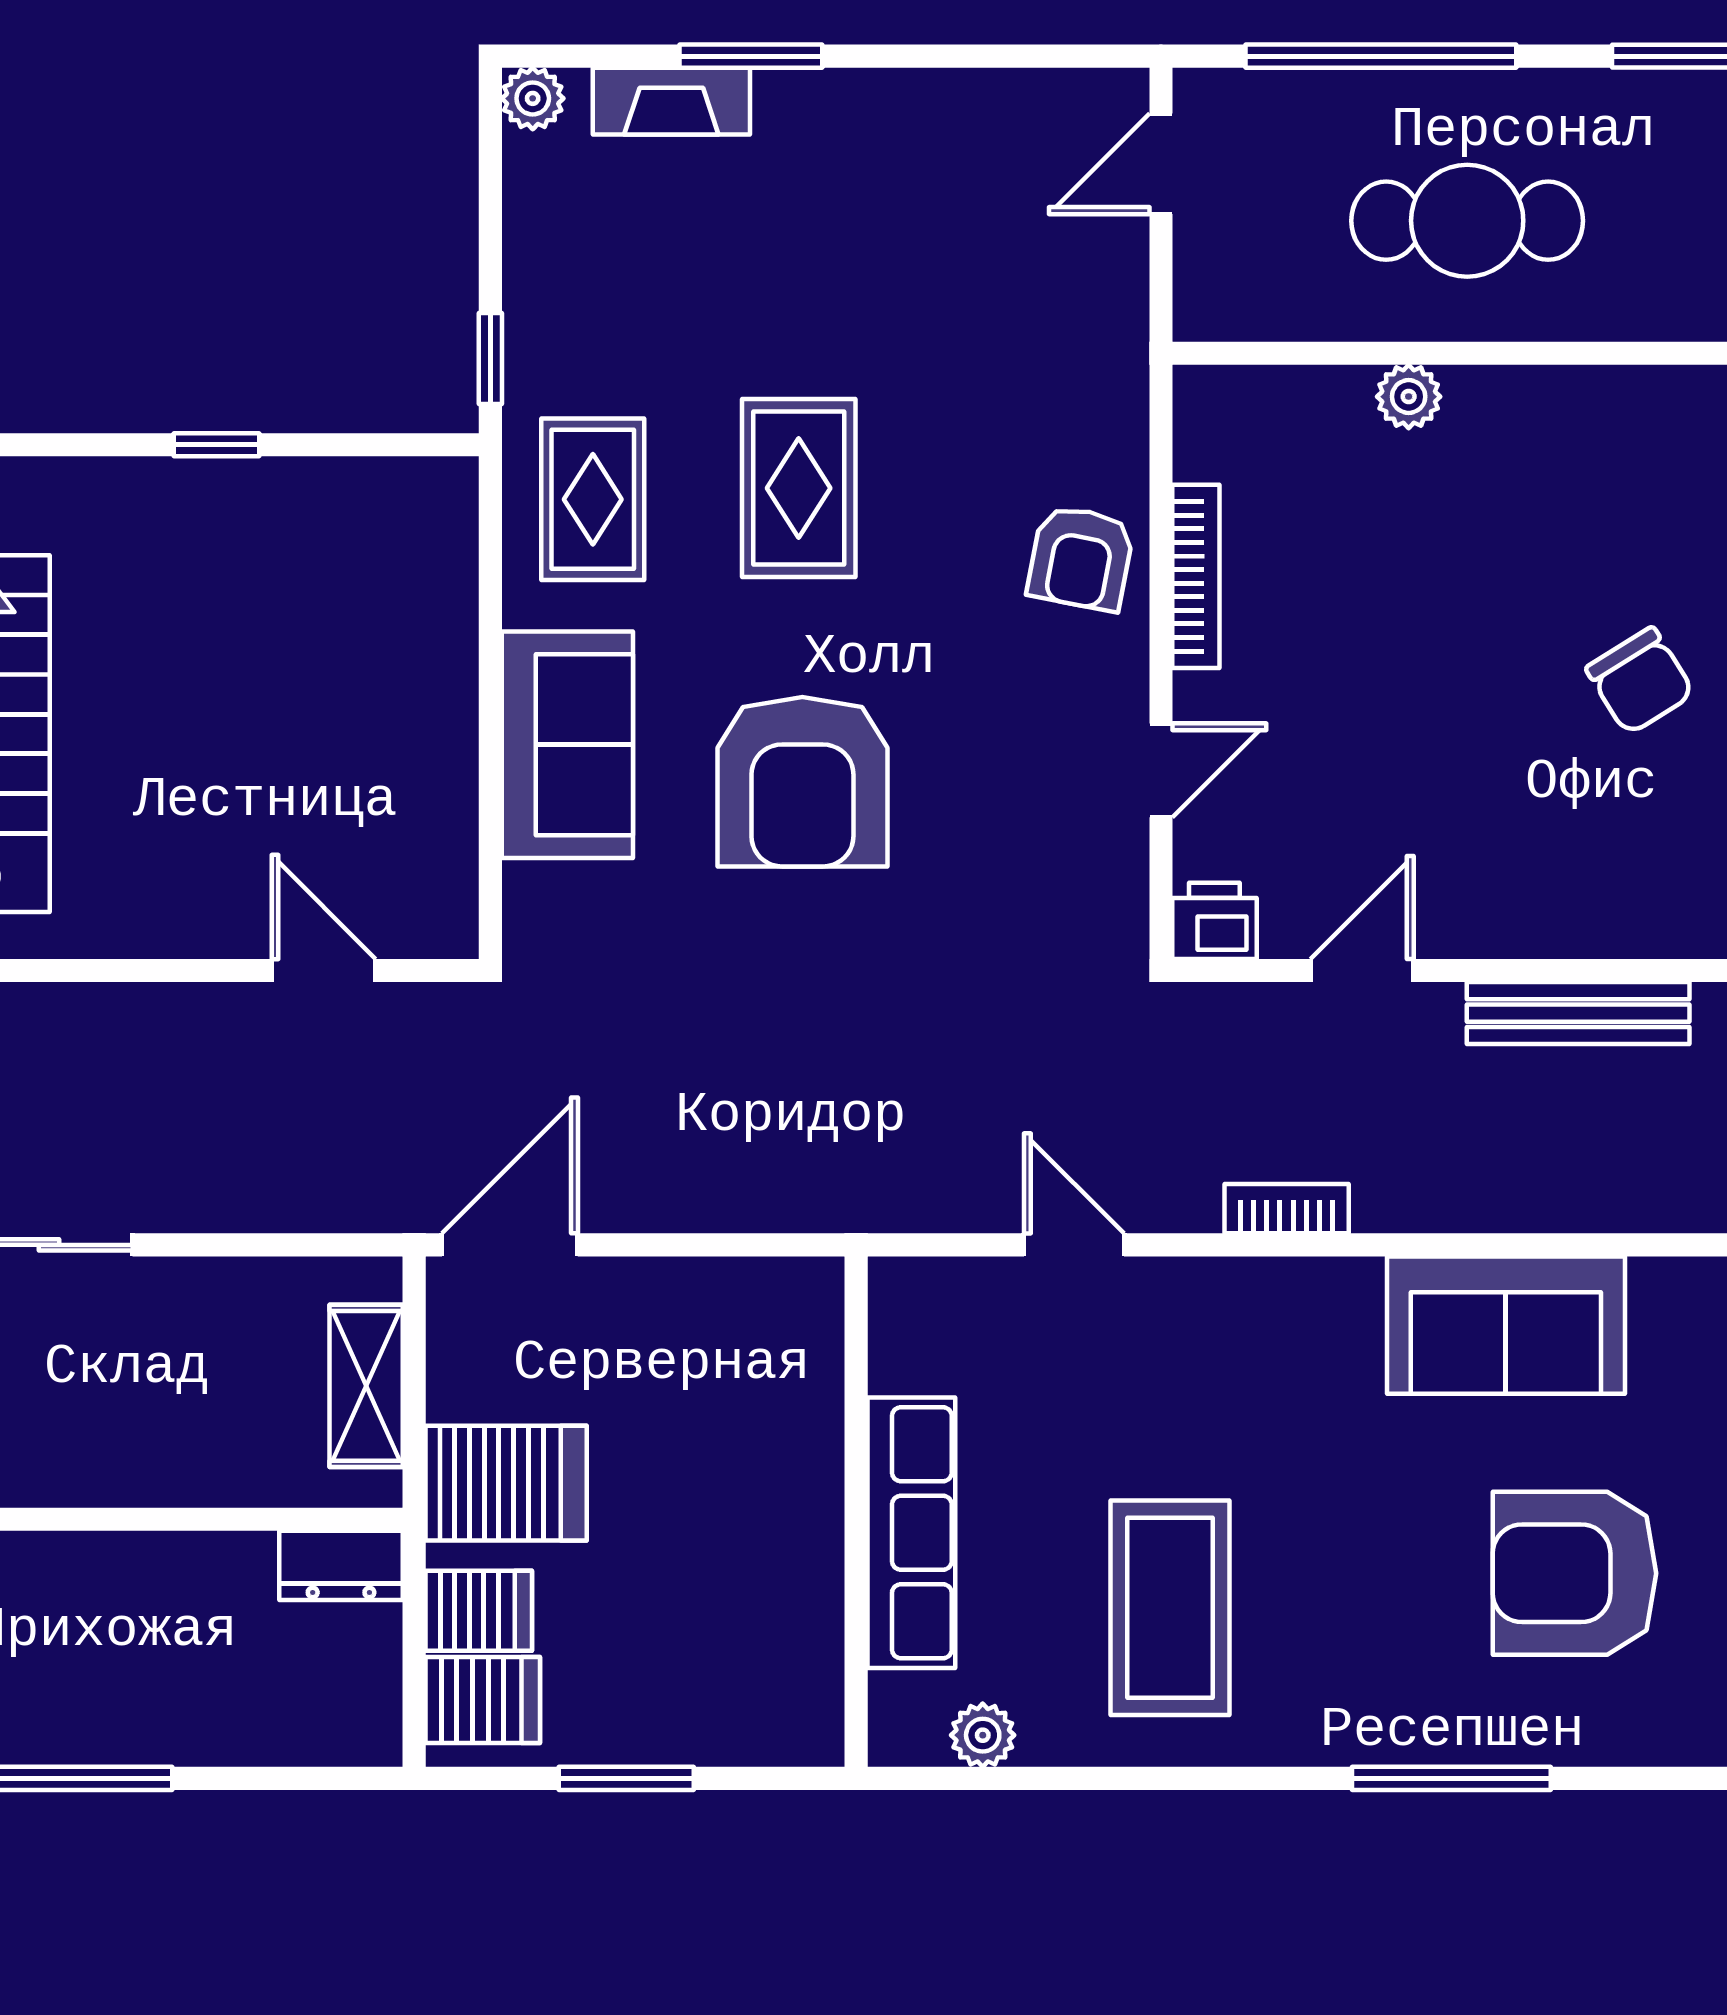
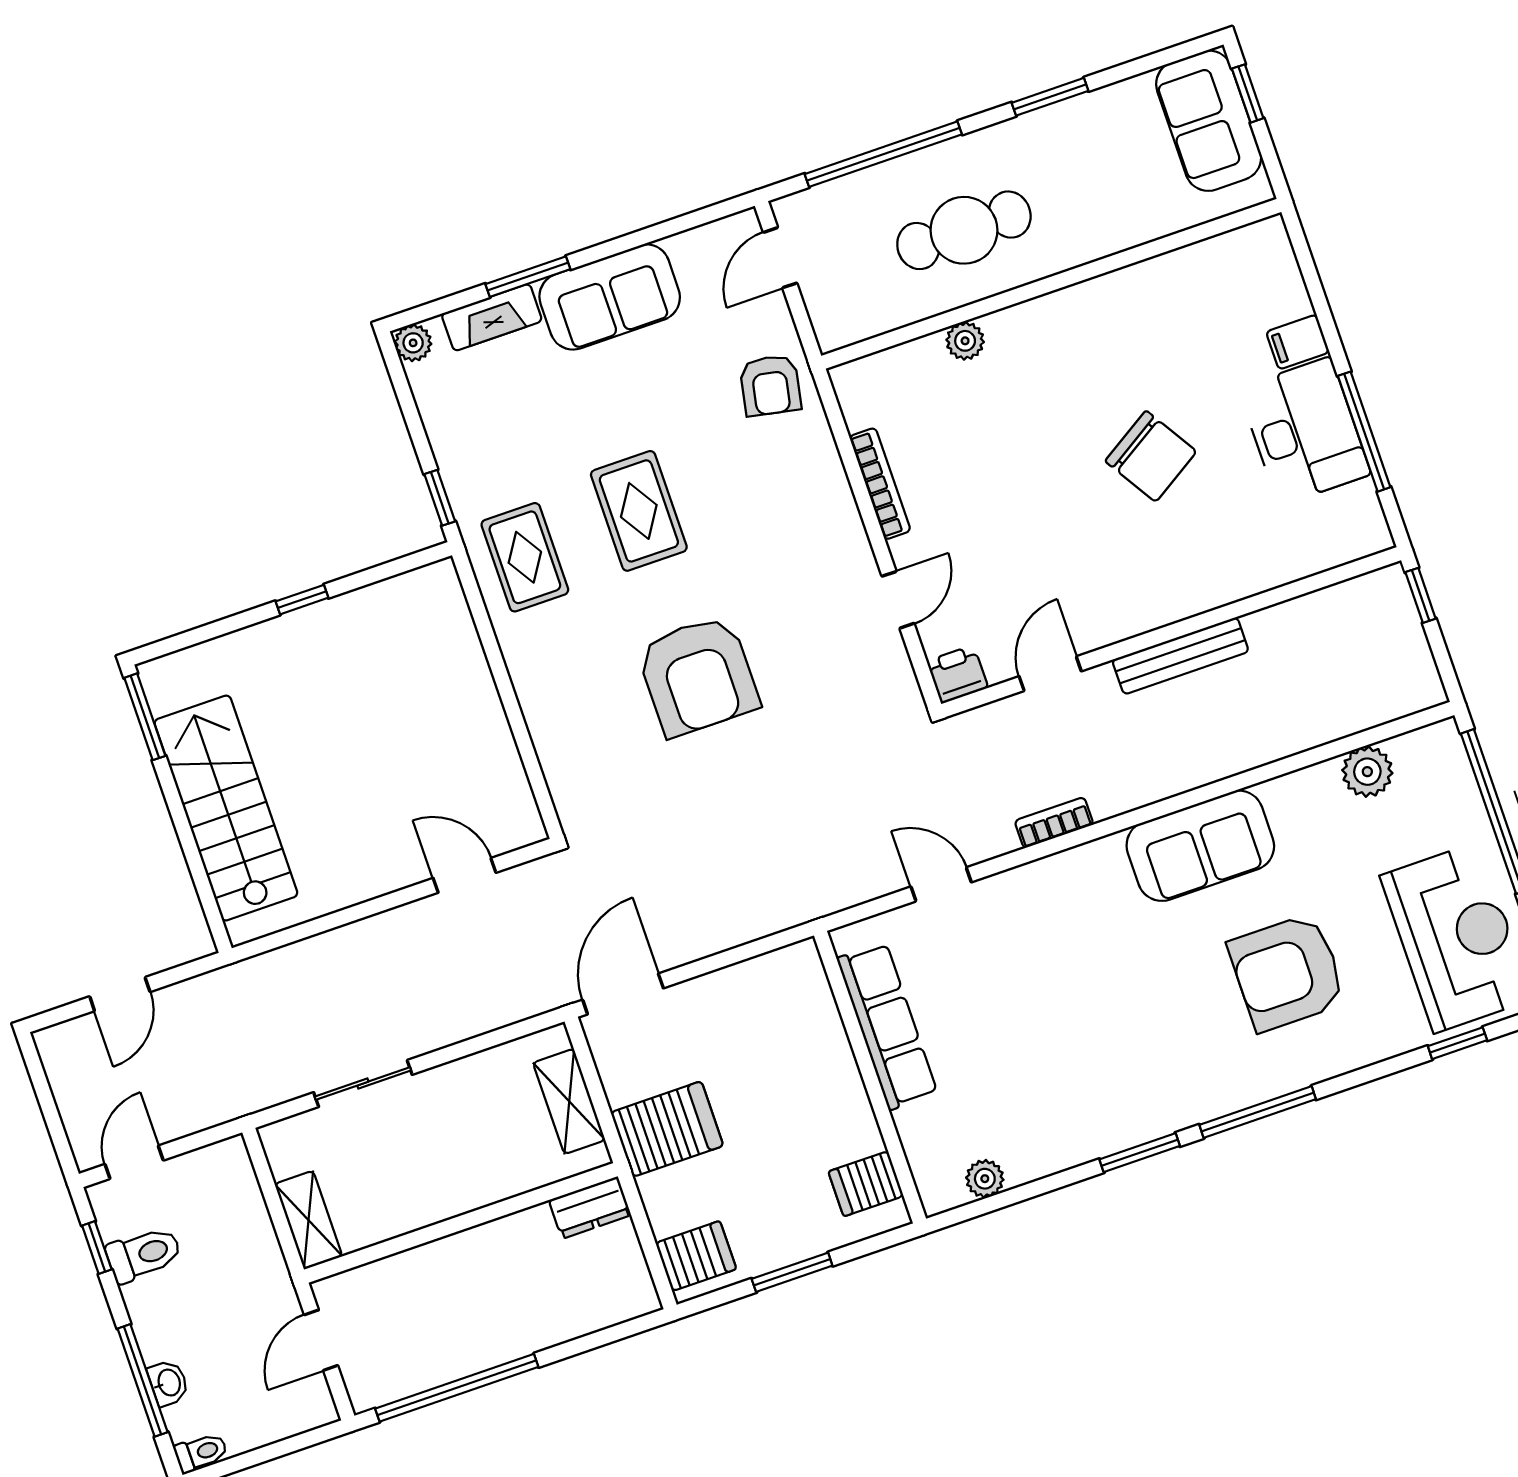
armchair: (1081, 558) -> (770, 385), moved
chair: (1640, 681) -> (1151, 456), width x1.37, depth x1.37
sofa: (567, 745) -> (610, 297), moved, turned 90
row of seats: (911, 1533) -> (887, 1026), moved
coffee table: (1170, 1608) -> (1066, 1070), removed
server rack: (479, 1611) -> (866, 1184), moved, turned 180
window: (1242, 1778) -> (1140, 1153), added

